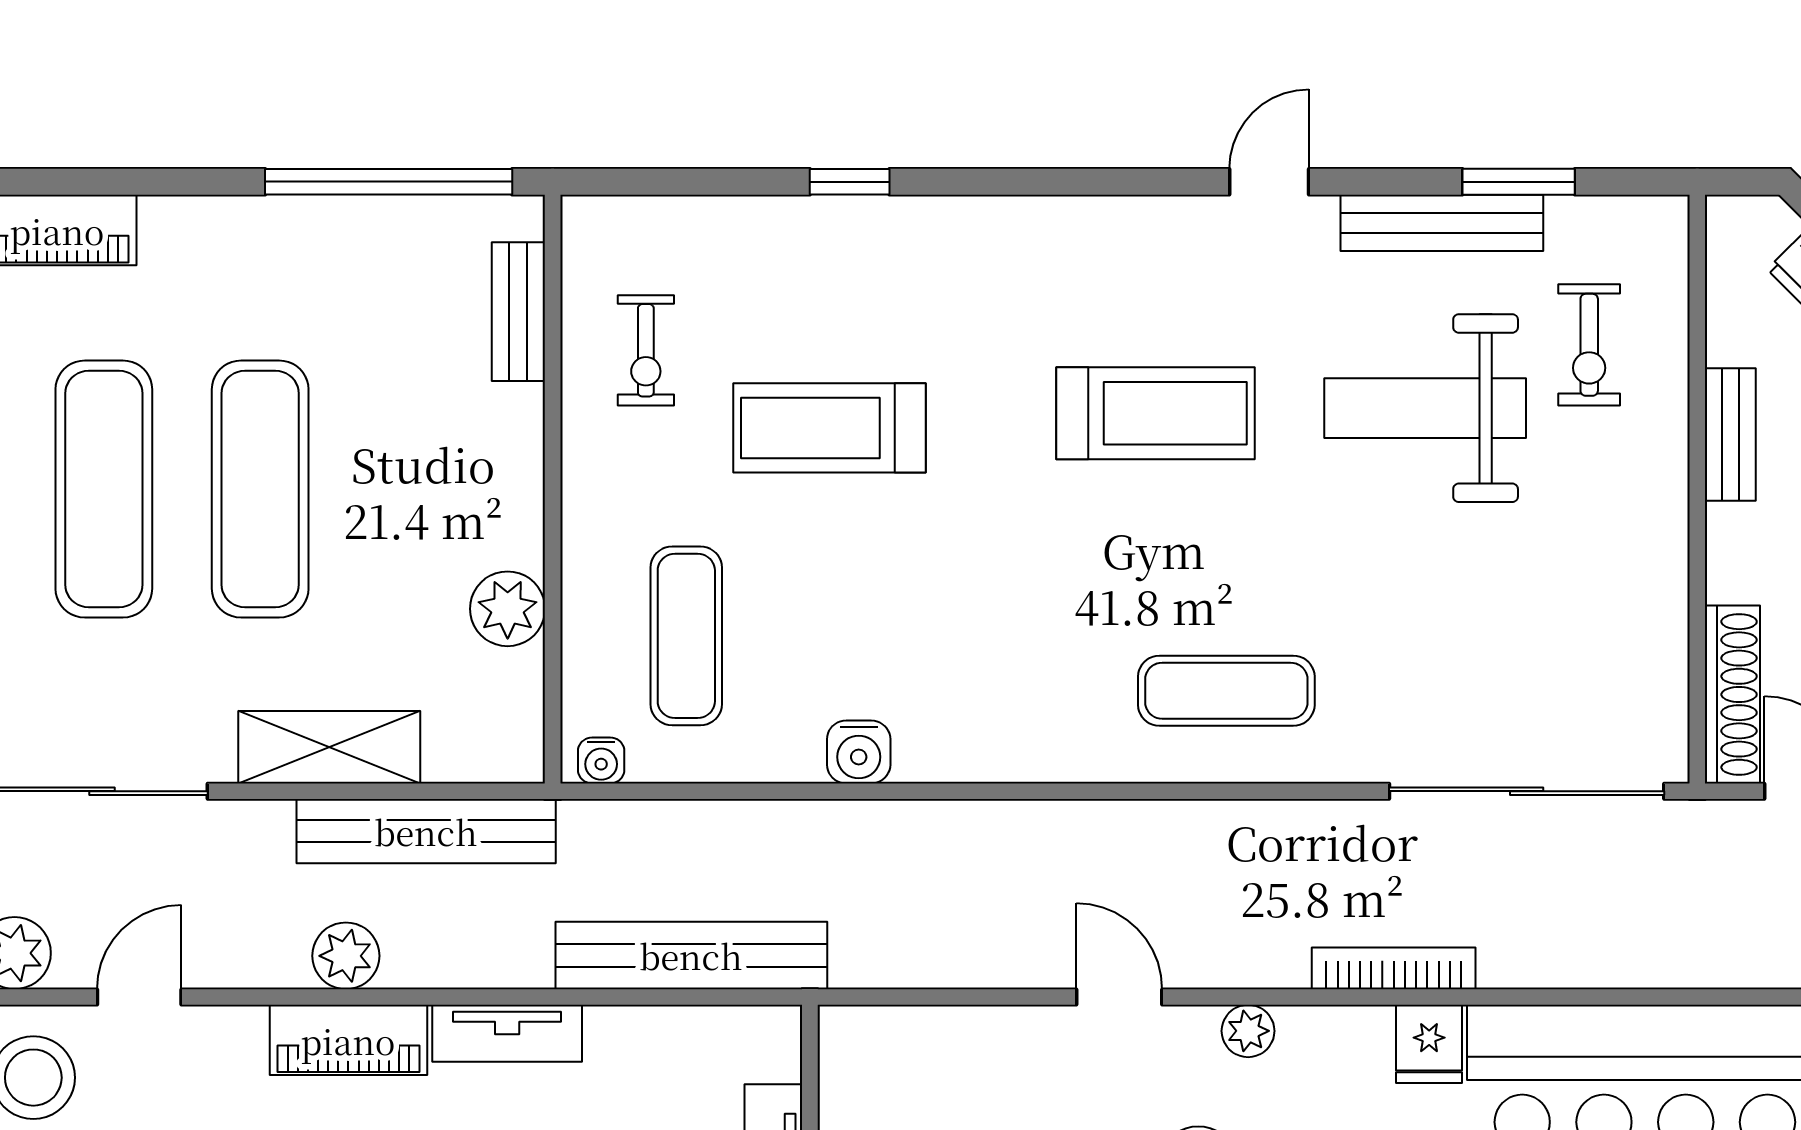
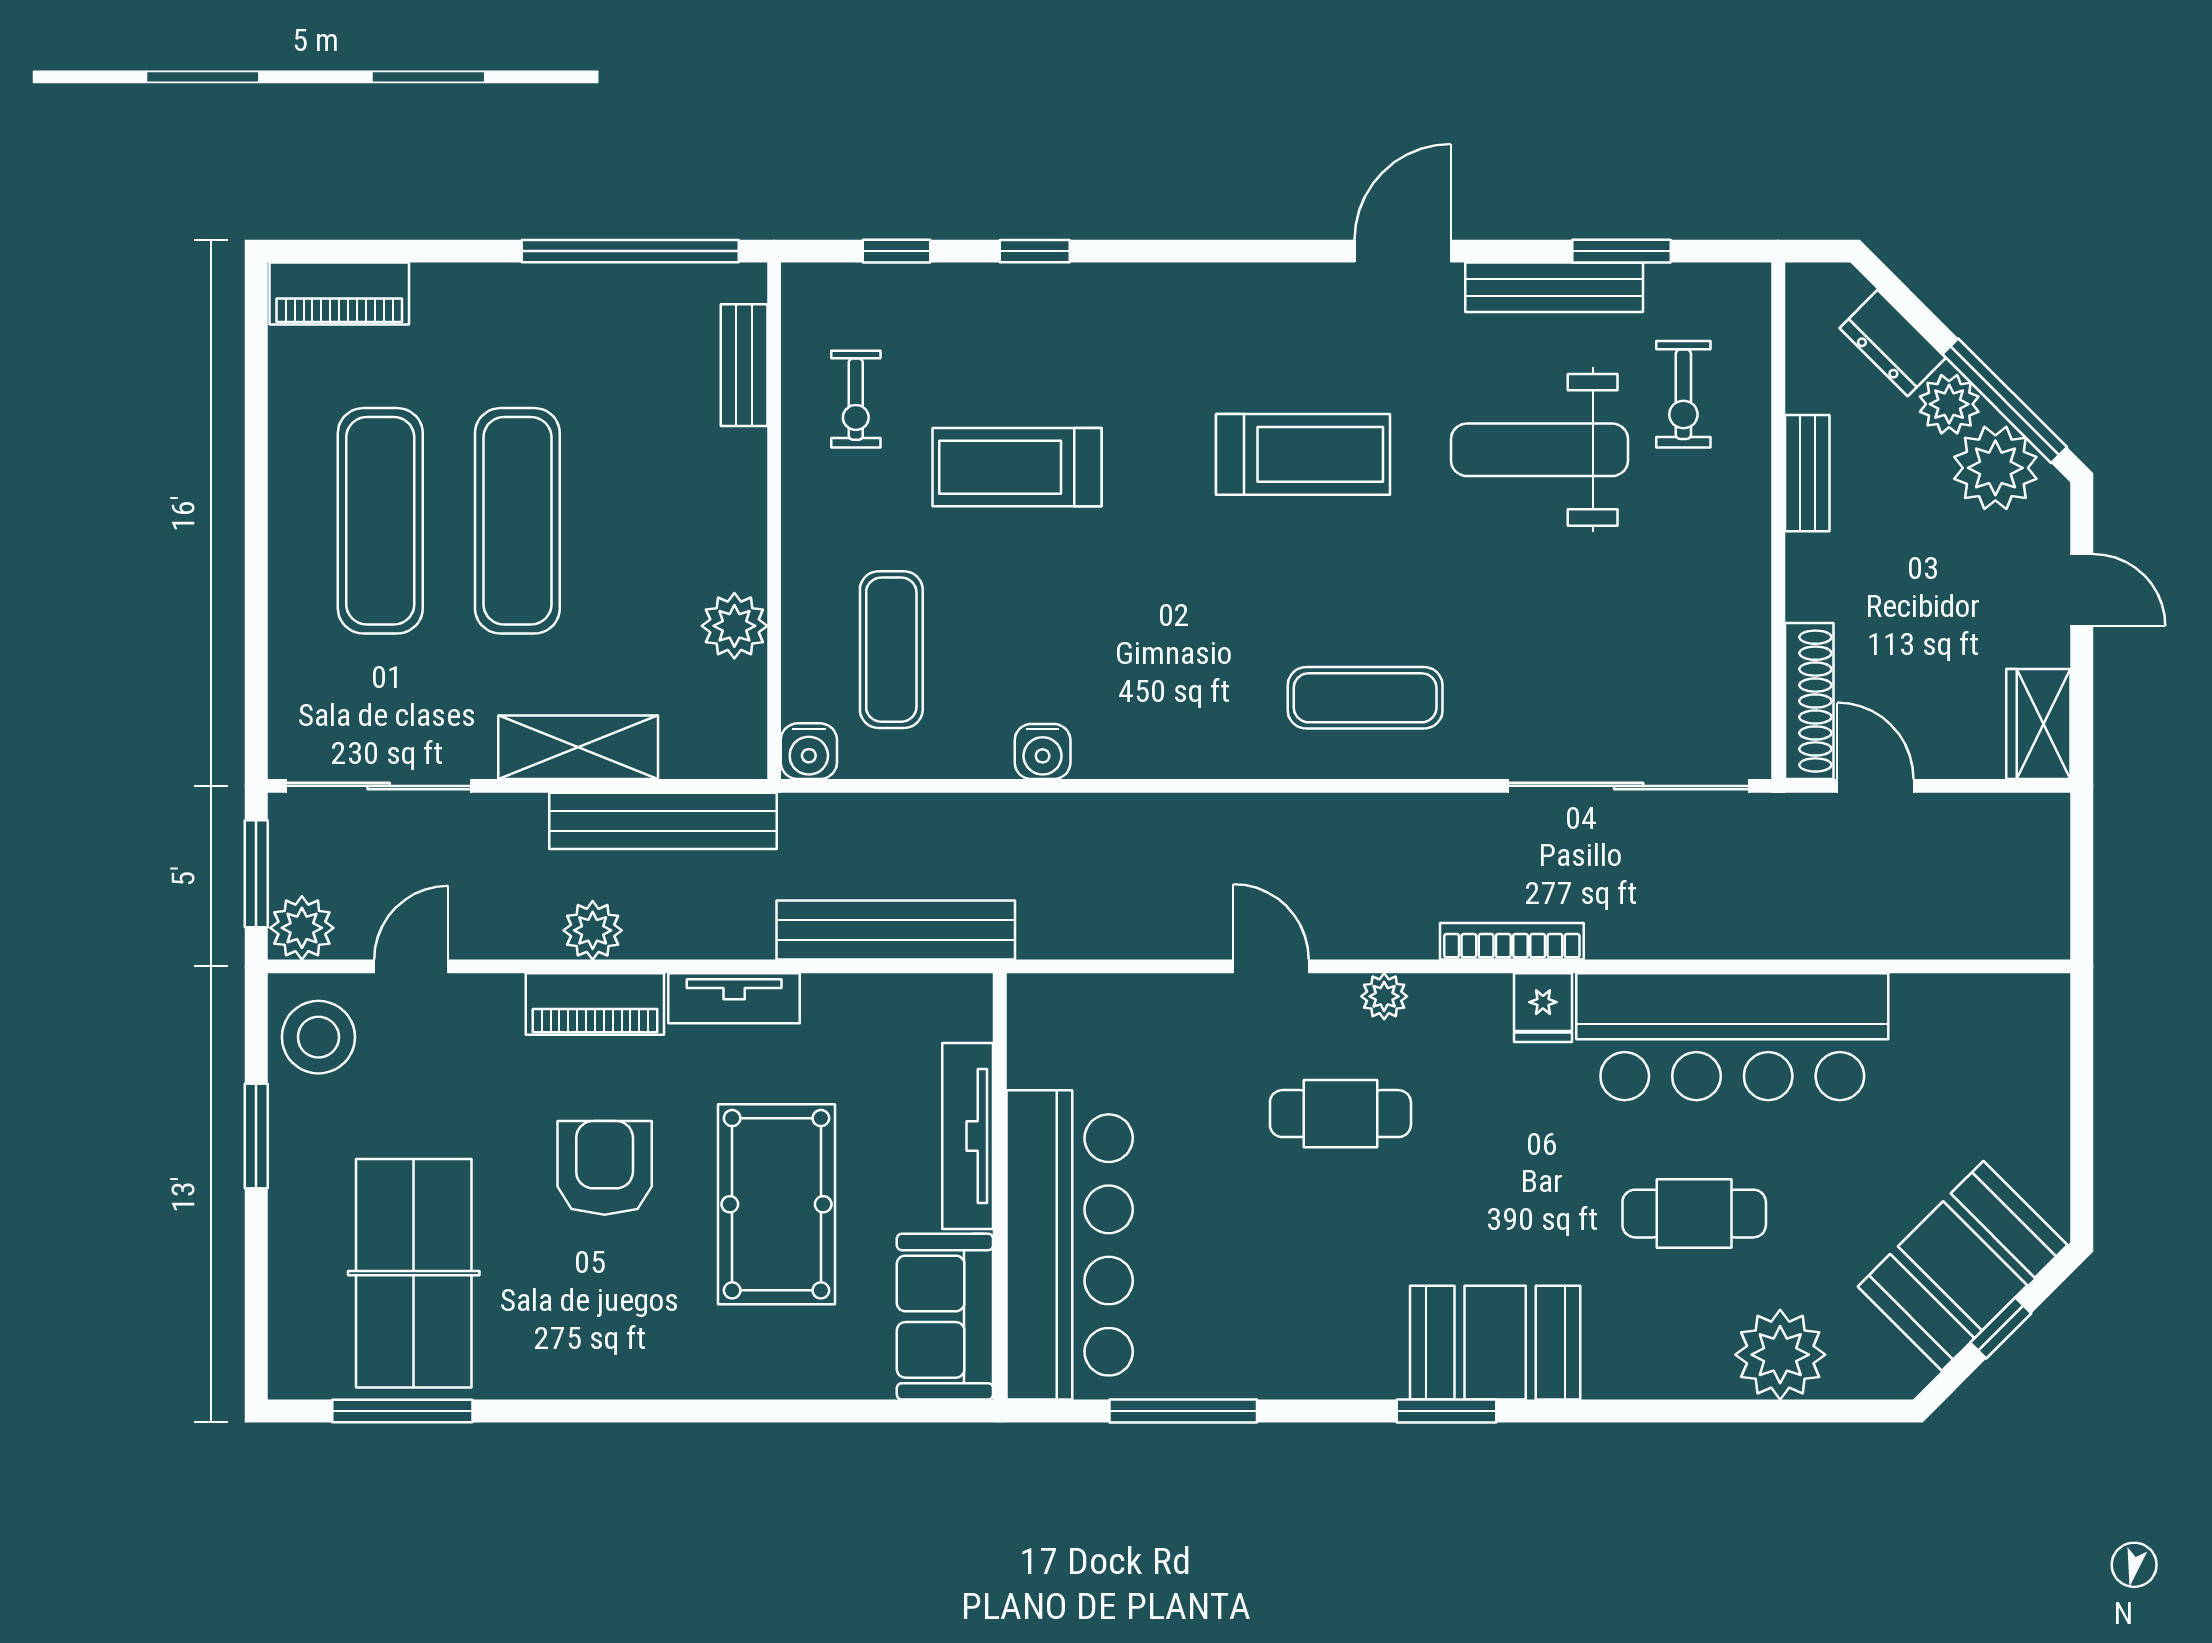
window: (692, 182) -> (896, 251), added
door: (1269, 182) -> (1403, 251), width x1.38
water cooler: (601, 760) -> (809, 751), width x1.38, depth x1.38

